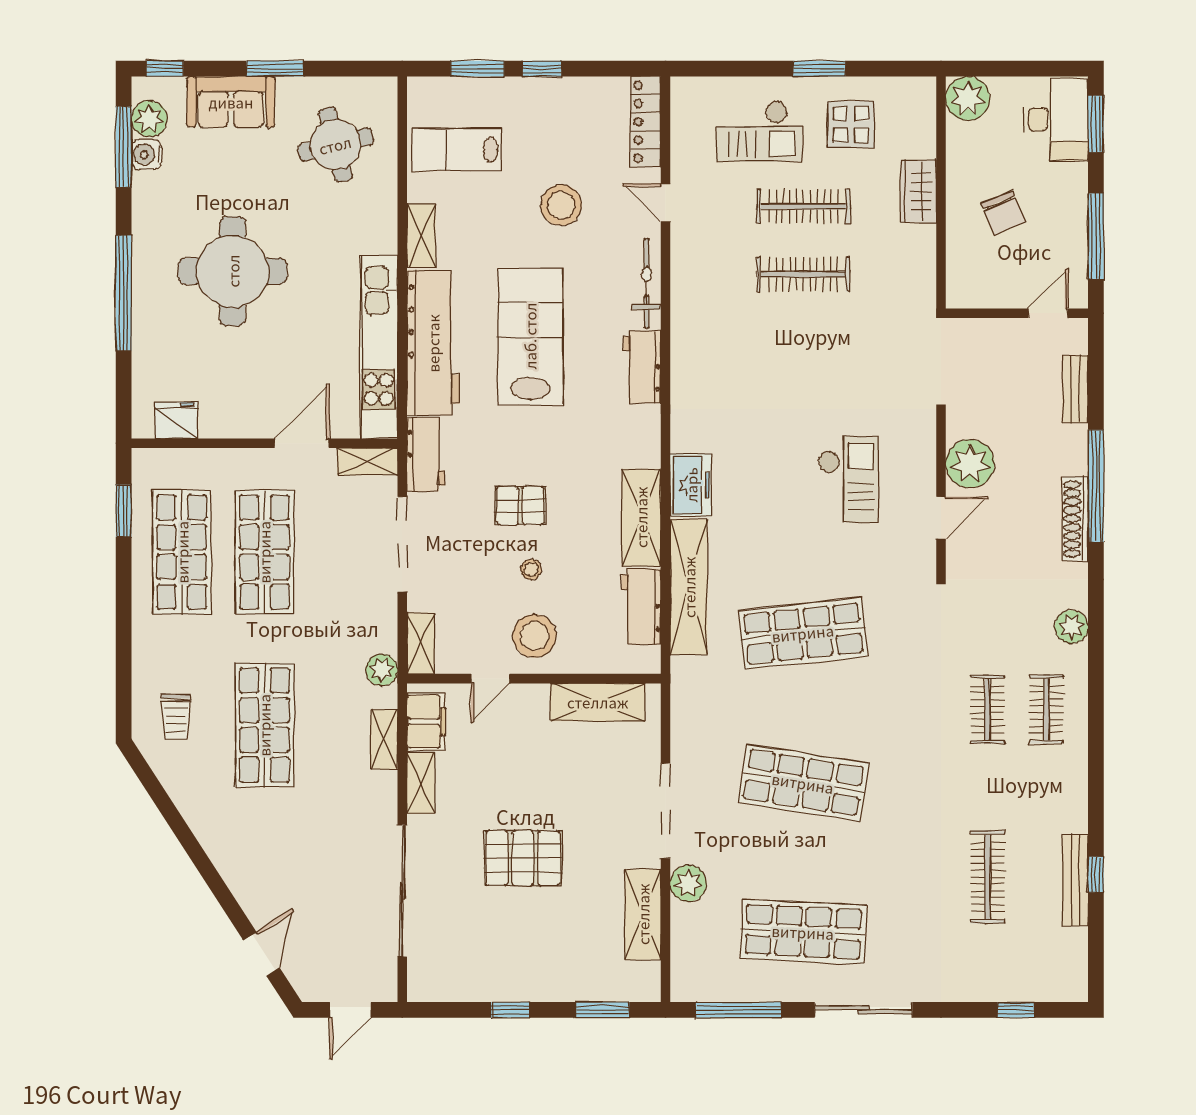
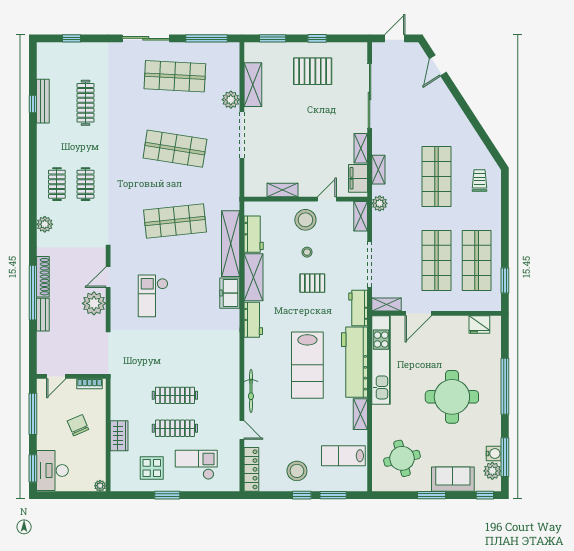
plant: (968, 98) -> (100, 486), width x0.53, depth x0.53
lab bench: (456, 150) -> (343, 456), turned 180
stool: (561, 205) -> (297, 471), moved
bookcase: (979, 298) -> (90, 384), added
workbench: (642, 367) -> (253, 320), moved
bench: (1075, 389) -> (43, 315), moved
shelving: (598, 702) -> (282, 190), width x0.67, depth x0.75
pallet: (523, 858) -> (313, 71), moved

